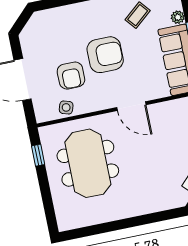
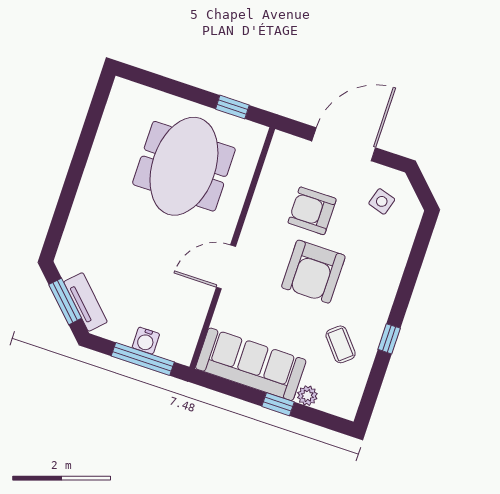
side table: (66, 107) -> (382, 201), moved
meeting table: (88, 163) -> (184, 166), turned 90

